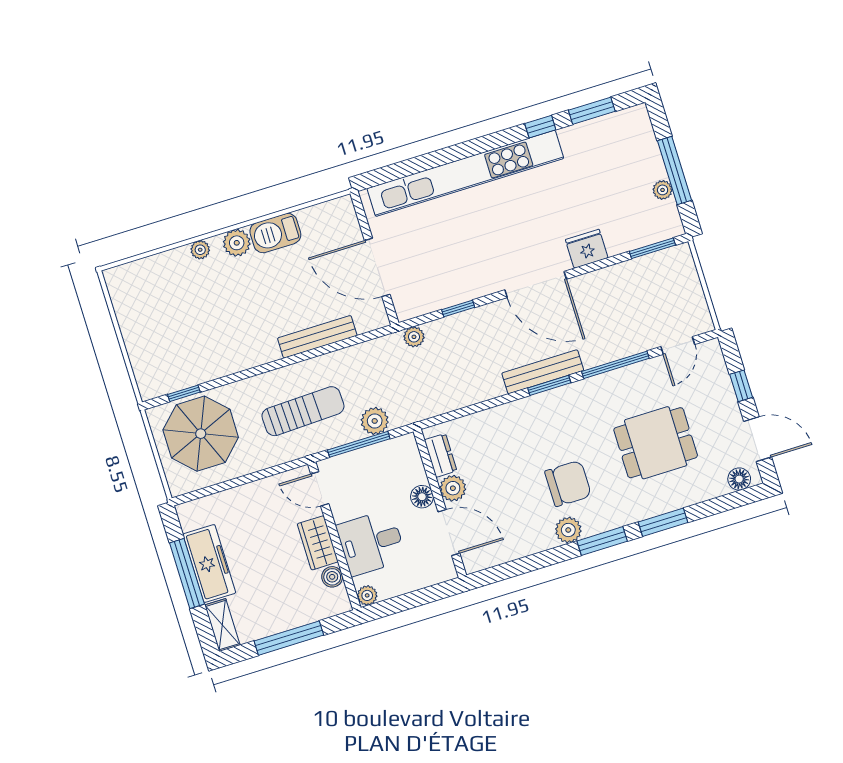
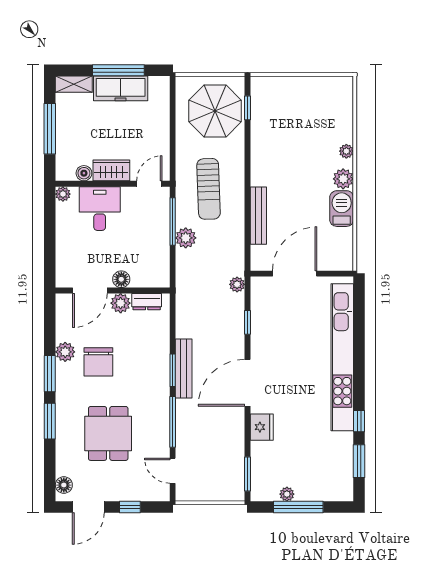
dresser: (441, 455) -> (147, 302), moved
plant: (453, 488) -> (121, 303), moved
floor lamp: (422, 497) -> (121, 279), moved
wall: (440, 503) -> (113, 291), moved
door: (449, 532) -> (90, 291), moved

